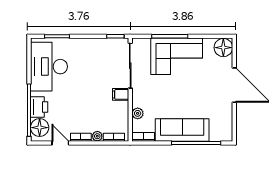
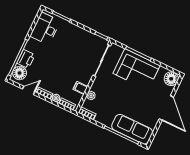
desk: (49, 67) -> (45, 29), width x0.73, depth x0.77
filing cabinet: (121, 94) -> (80, 88), moved
sofa: (182, 130) -> (132, 129), moved
door: (60, 143) -> (29, 90), hinge flipped

